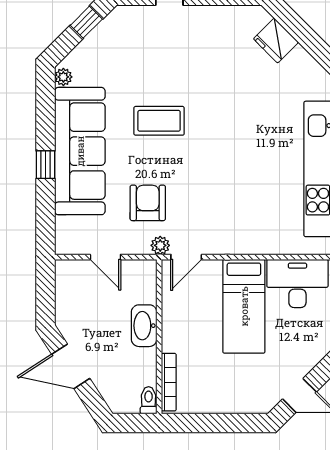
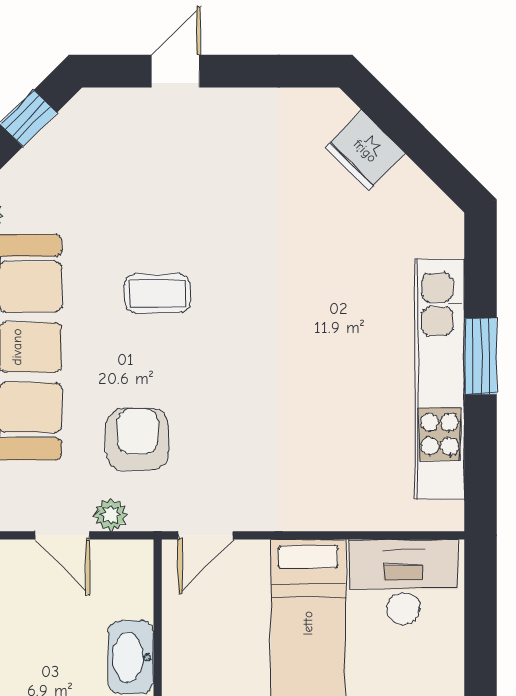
coffee table: (159, 121) -> (157, 293), width x0.73, depth x0.77
plant: (160, 245) -> (111, 515), moved

